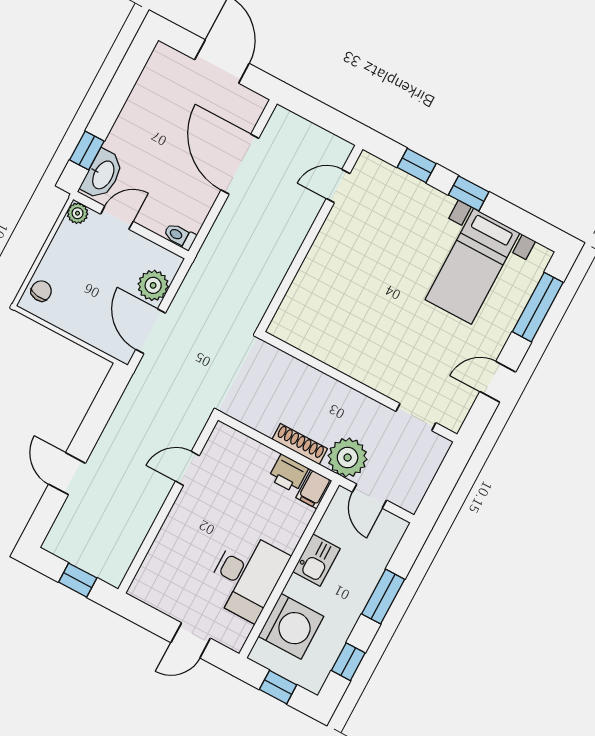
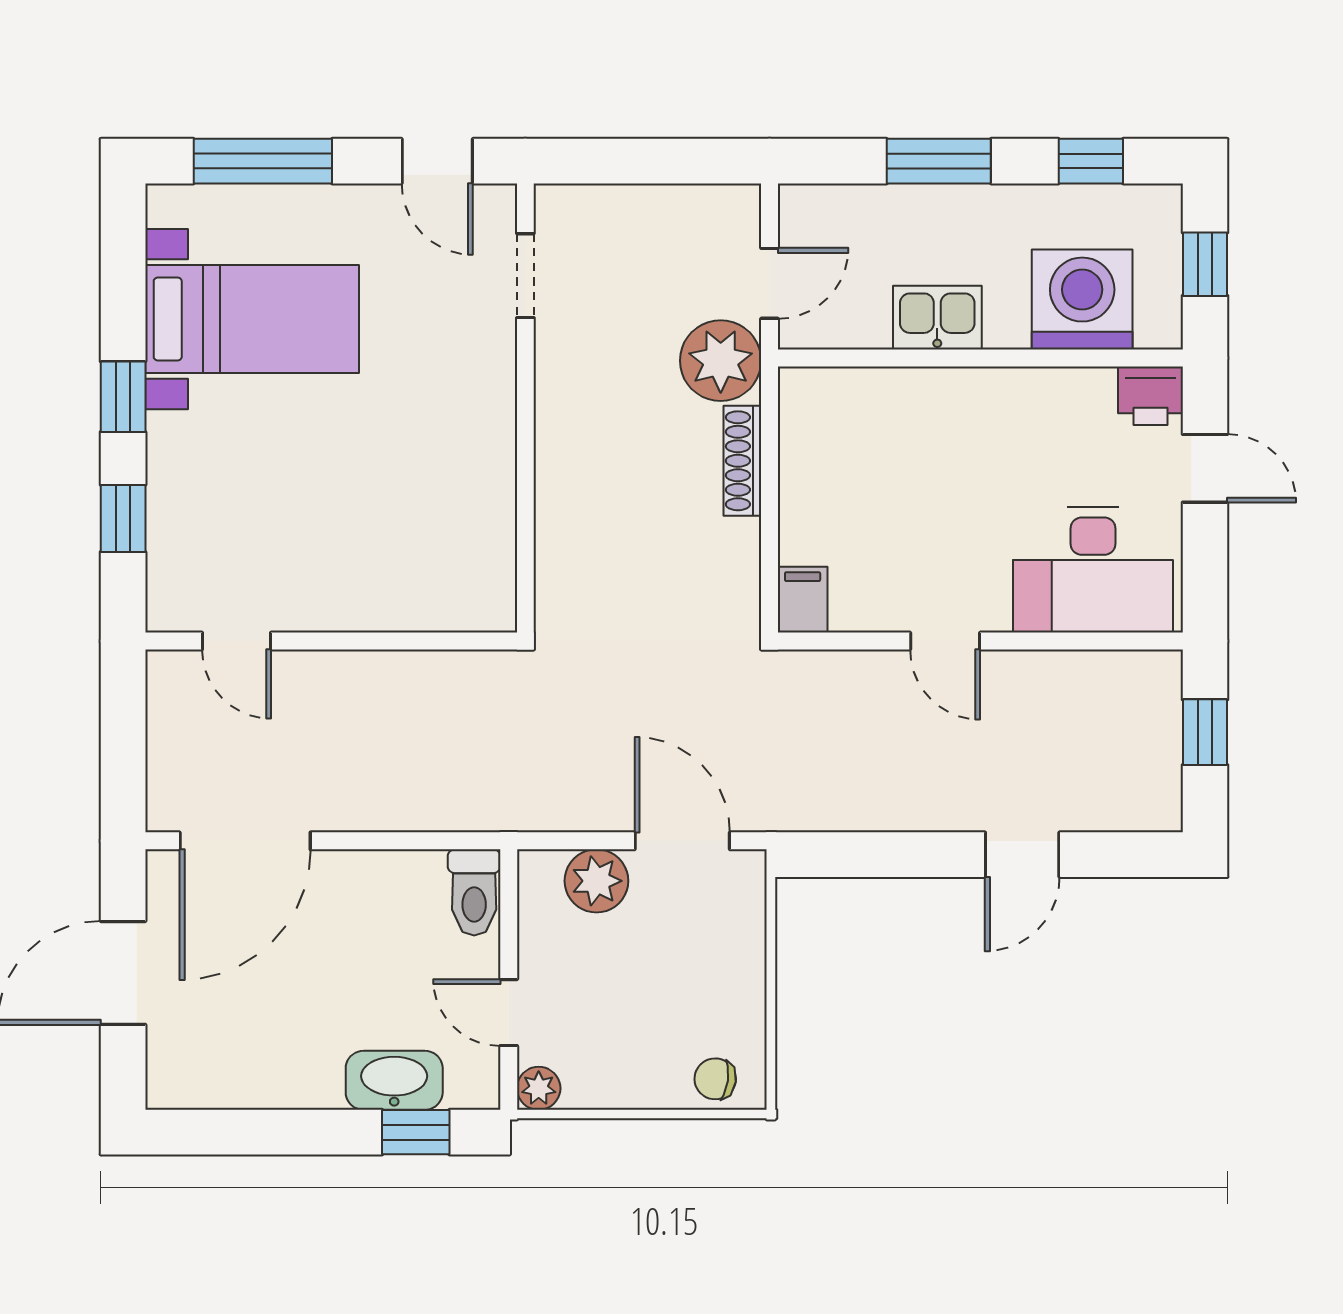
door: (240, 164) -> (245, 841), moved
washbasin: (103, 175) -> (394, 1080), moved
toilet: (180, 236) -> (474, 892), width x1.37, depth x1.39
door: (151, 331) -> (682, 841), swing flipped
wall: (359, 387) -> (525, 408), moved
doorway: (416, 417) -> (525, 276), moved
door: (187, 468) -> (945, 641), moved
printer: (288, 474) -> (1150, 396), moved, turned 90
filing cabinet: (314, 489) -> (803, 600), moved, turned -90
desk: (247, 576) -> (1093, 570), moved, turned 180

